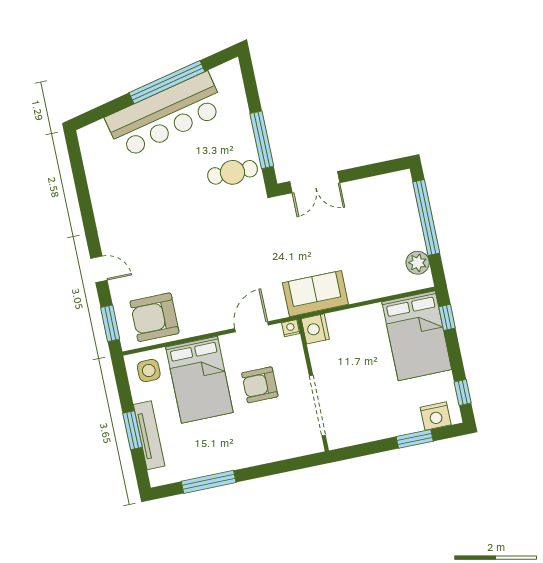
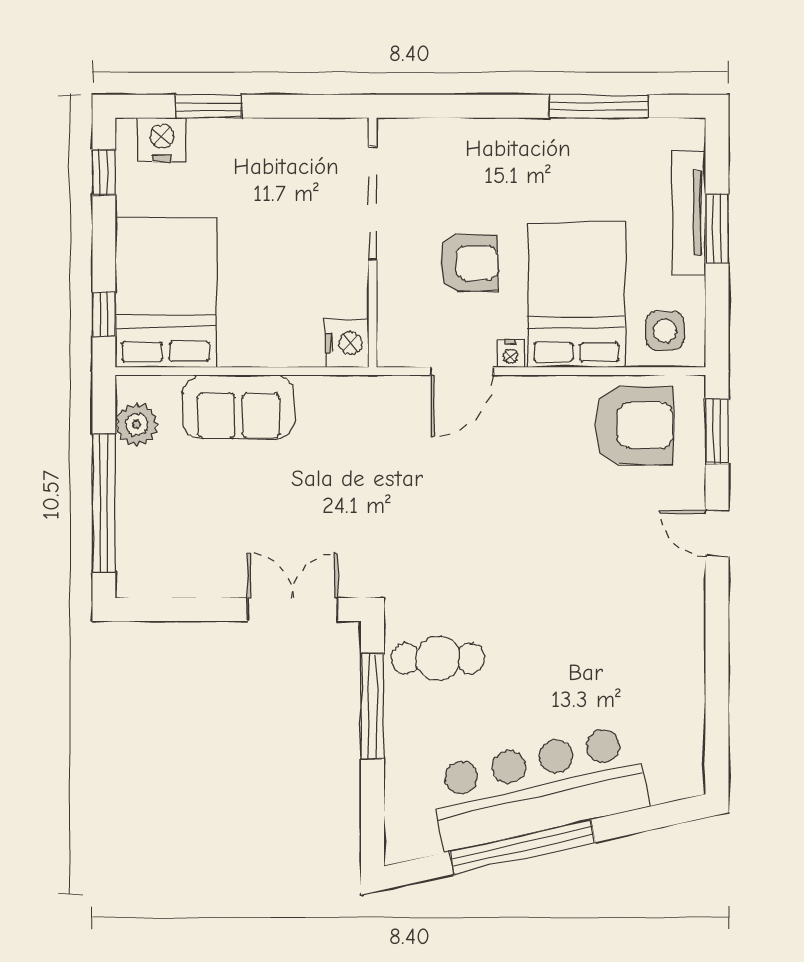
sofa: (315, 294) -> (238, 407), moved
nightstand: (291, 328) -> (510, 354), moved

